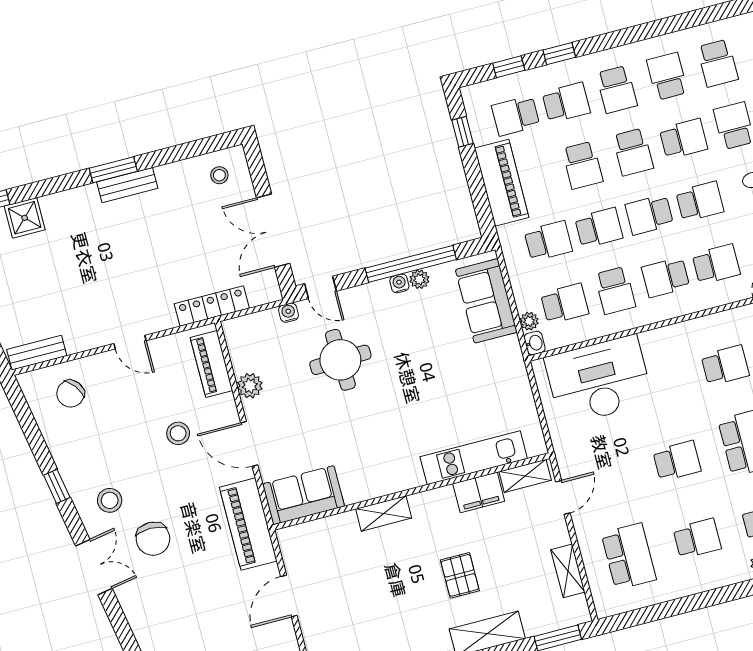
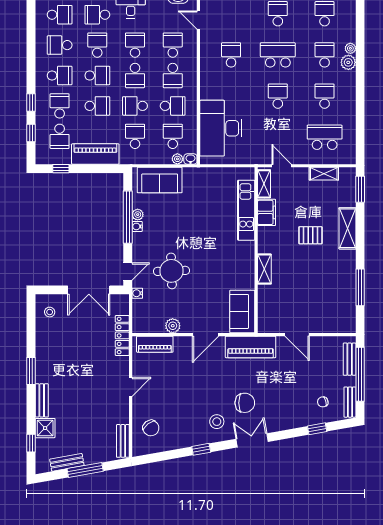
bench: (127, 185) -> (42, 400), moved
school desk: (599, 228) -> (135, 106), turned -90
stool: (178, 433) -> (189, 373), removed

